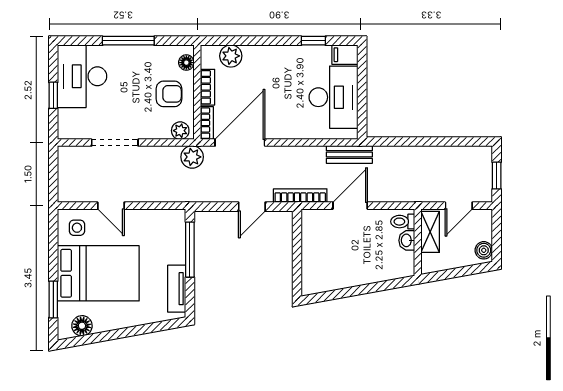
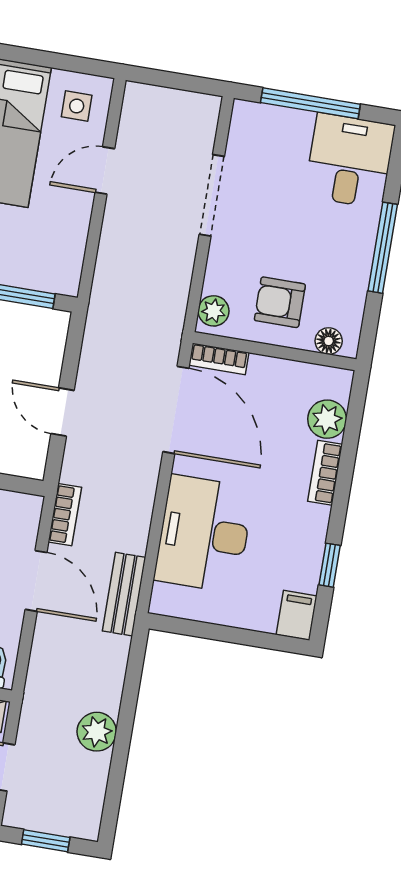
desk: (82, 76) -> (350, 161), width x0.73
bookcase: (208, 87) -> (325, 473), moved, turned 90
armchair: (169, 94) -> (280, 302), turned 90
window: (53, 95) -> (310, 103), width x2.17
desk: (333, 97) -> (204, 534), moved, turned 90
plant: (192, 157) -> (97, 732), moved
bookcase: (300, 196) -> (65, 515), width x0.64

